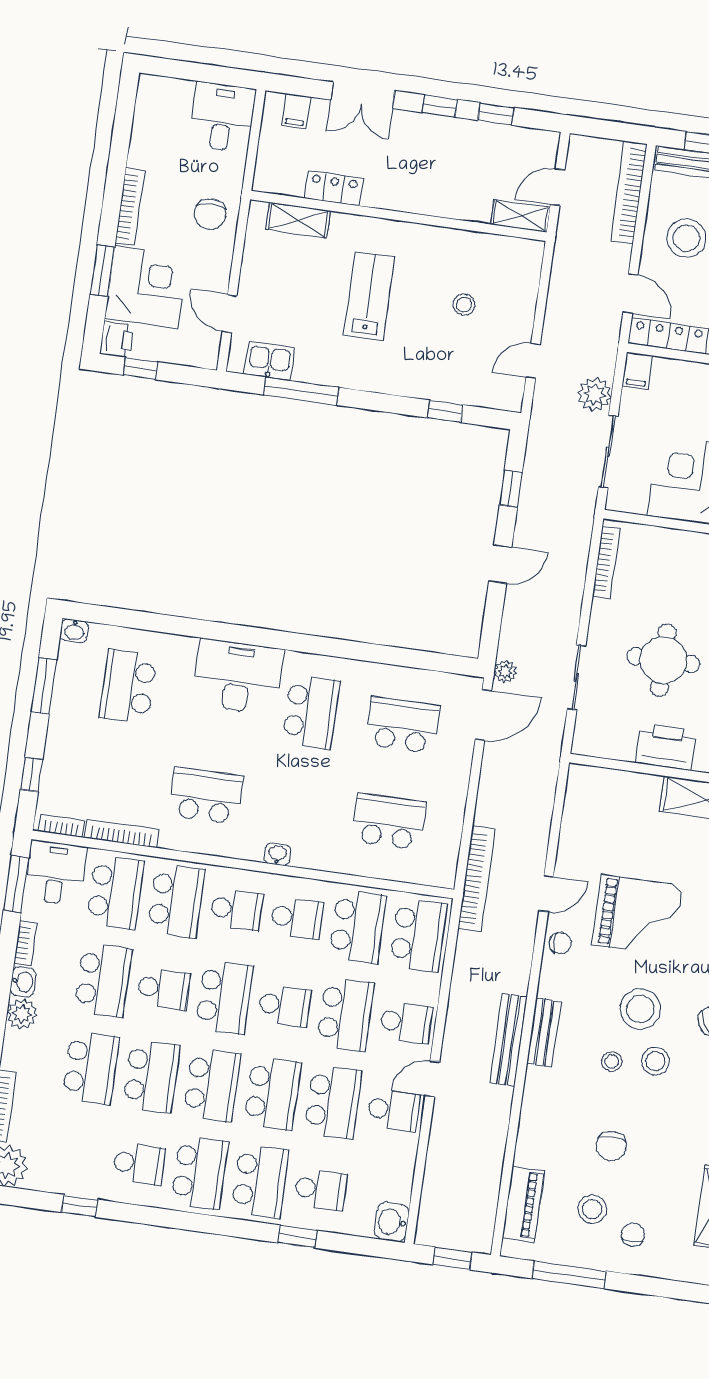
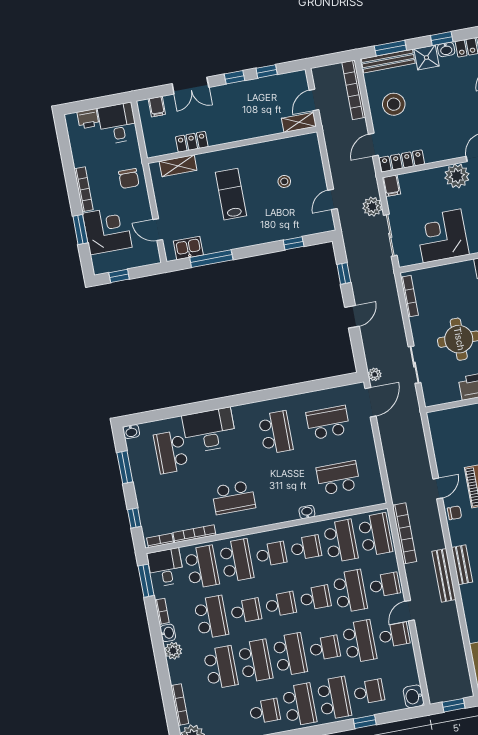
door: (630, 294) -> (373, 145), swing flipped
printer: (117, 339) -> (88, 119), moved, turned 90
desk: (238, 677) -> (209, 430), moved
school desk: (206, 796) -> (234, 498), turned 180
washbasin: (277, 854) -> (307, 512), moved
bookcase: (477, 879) -> (404, 533), moved
school desk: (224, 997) -> (281, 604), width x0.54
school desk: (272, 1093) -> (325, 648), width x0.54

